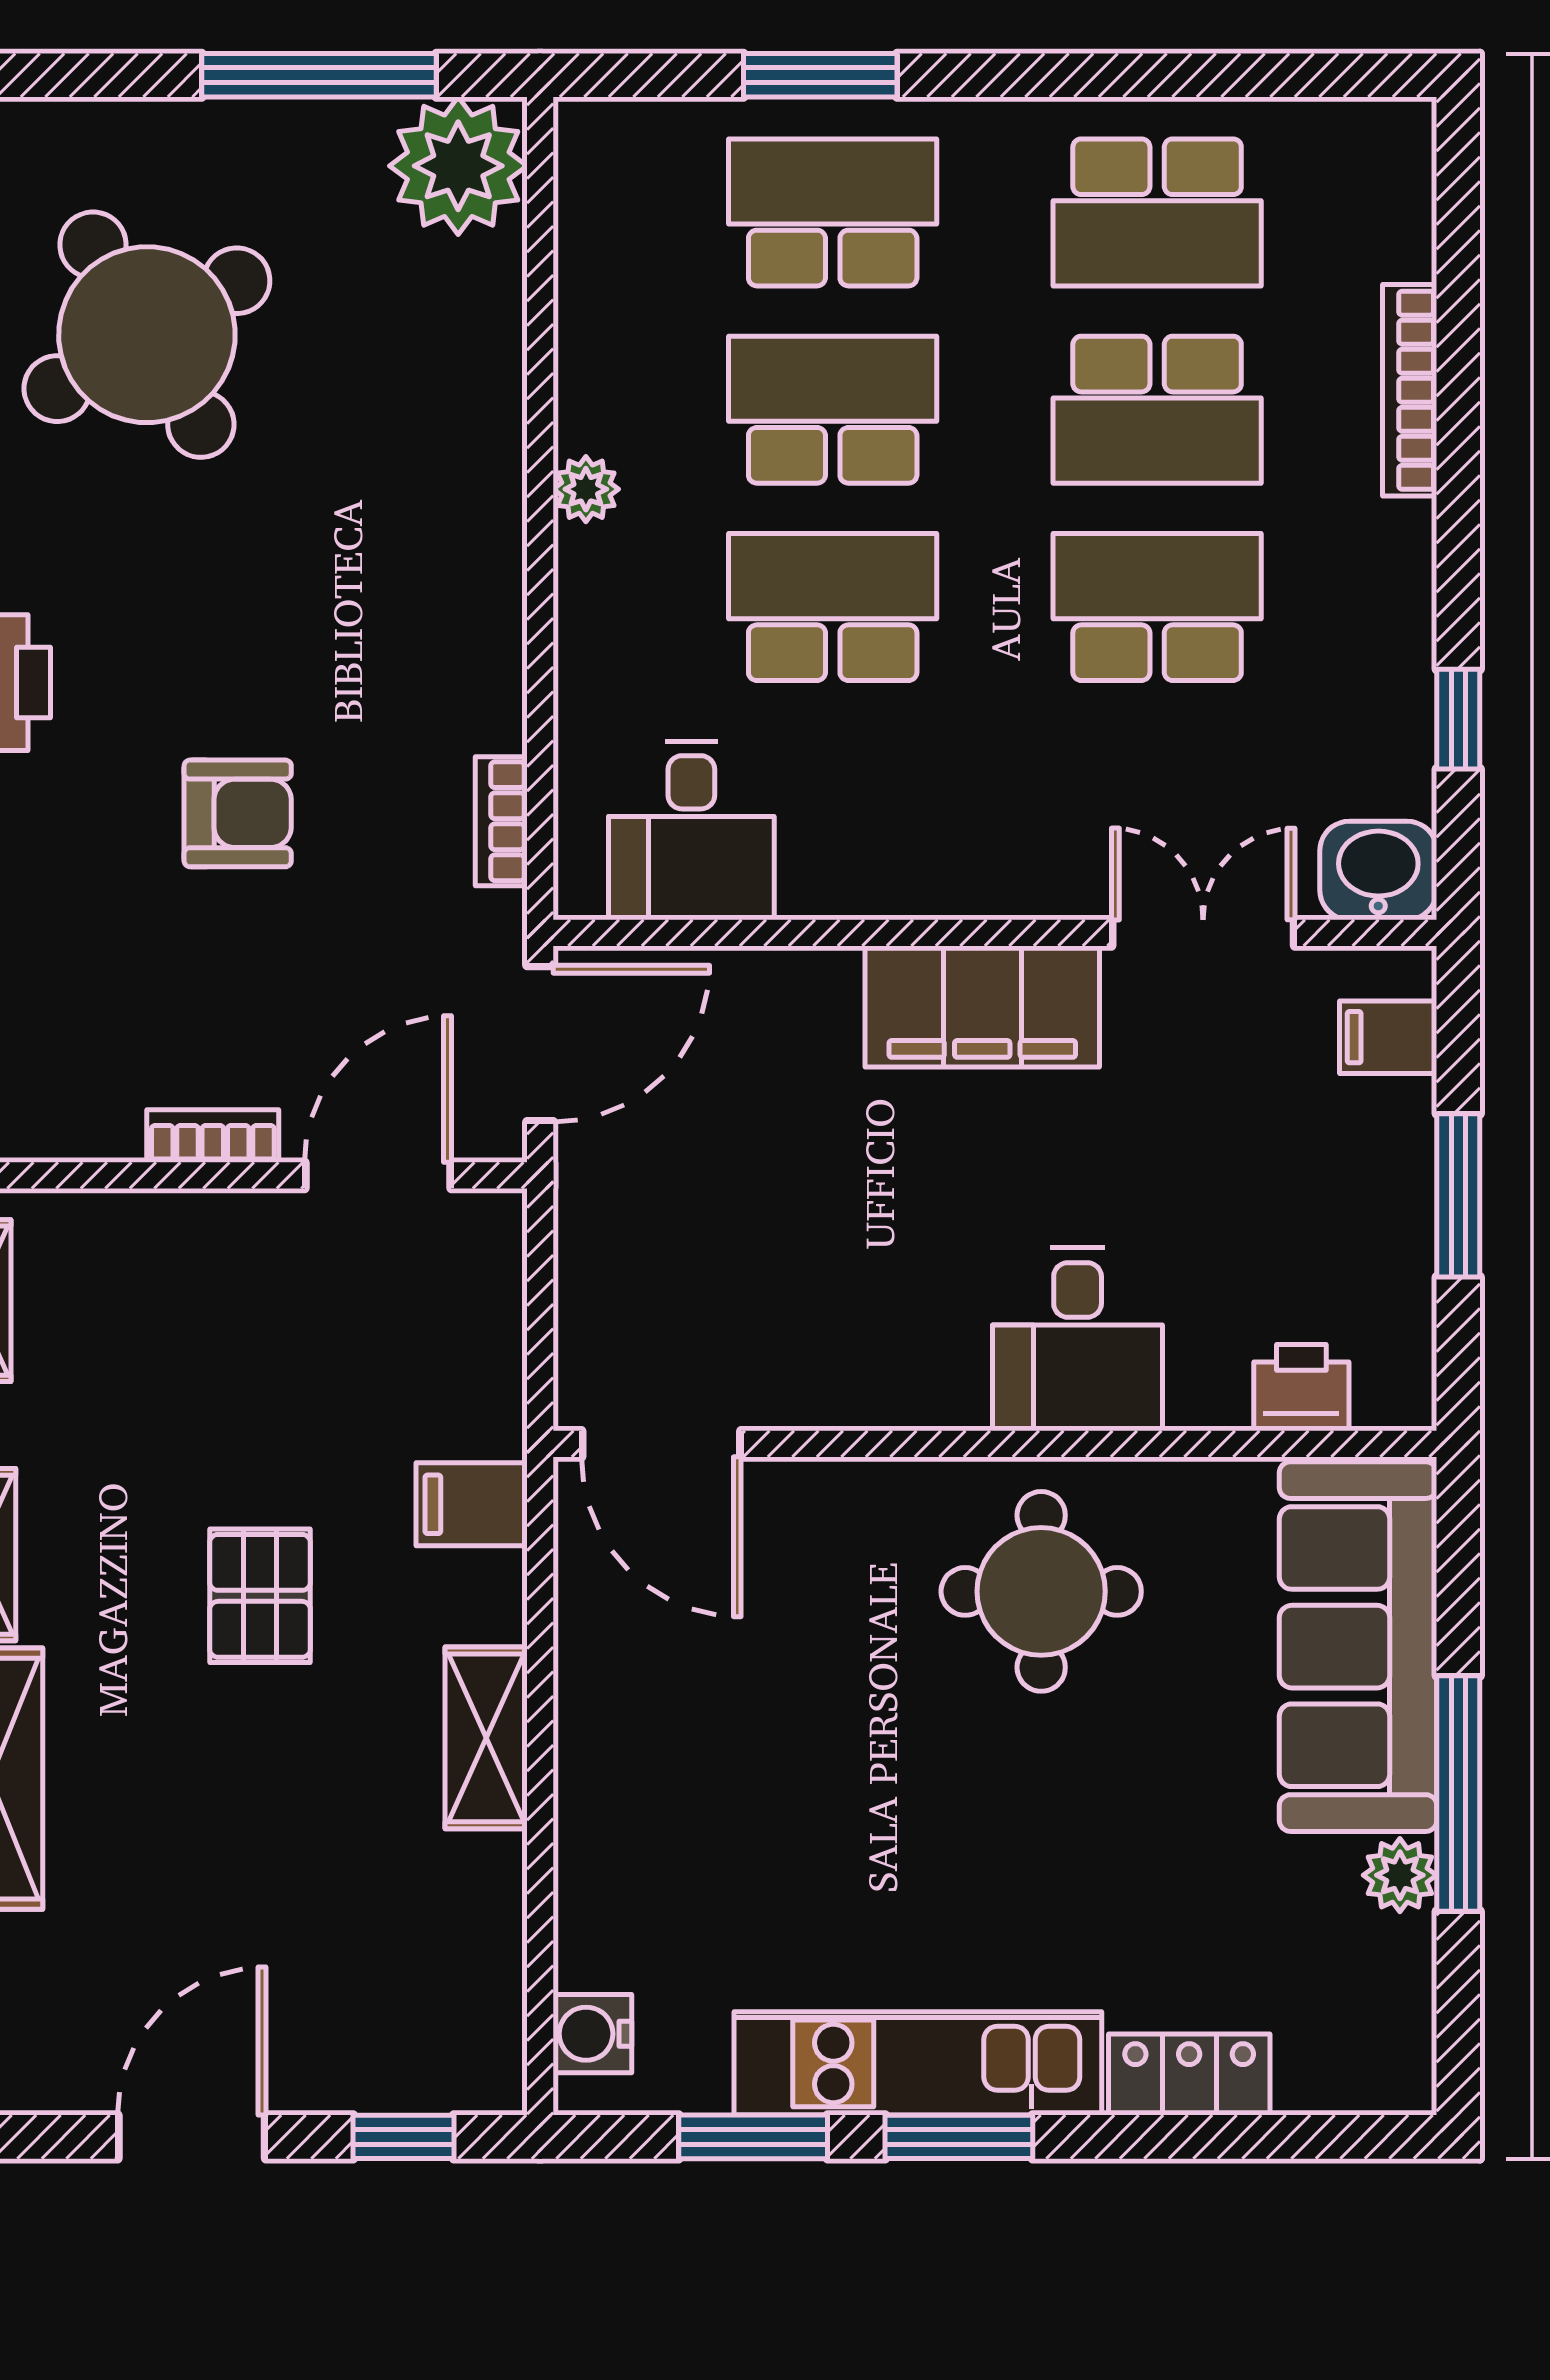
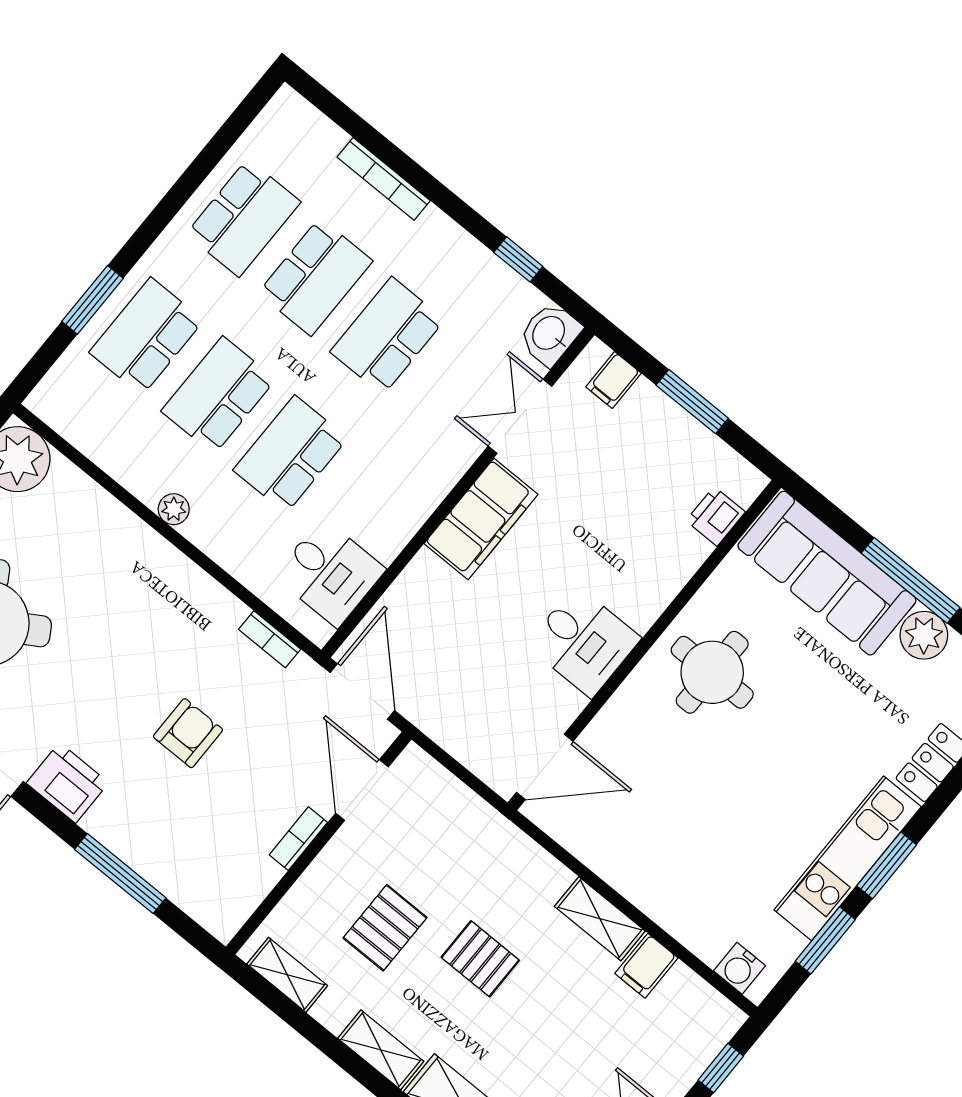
desk: (1078, 1339) -> (584, 642), moved
pallet: (183, 1398) -> (385, 928), added
filing cabinet: (472, 1504) -> (646, 966), moved
plant: (1400, 1875) -> (924, 635), width x1.38, depth x1.38

